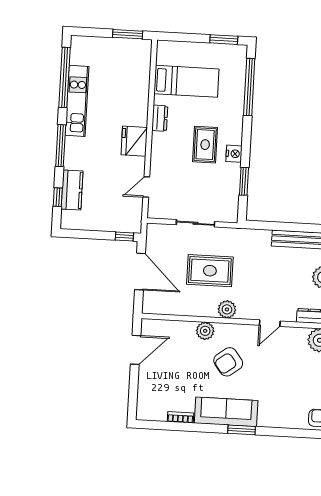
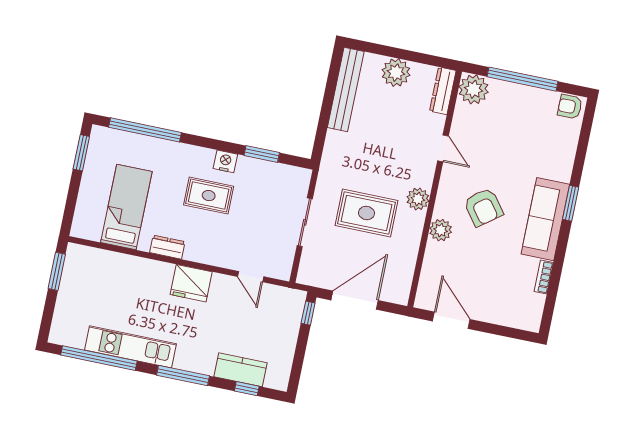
rug: (210, 271) -> (366, 213), turned 90

